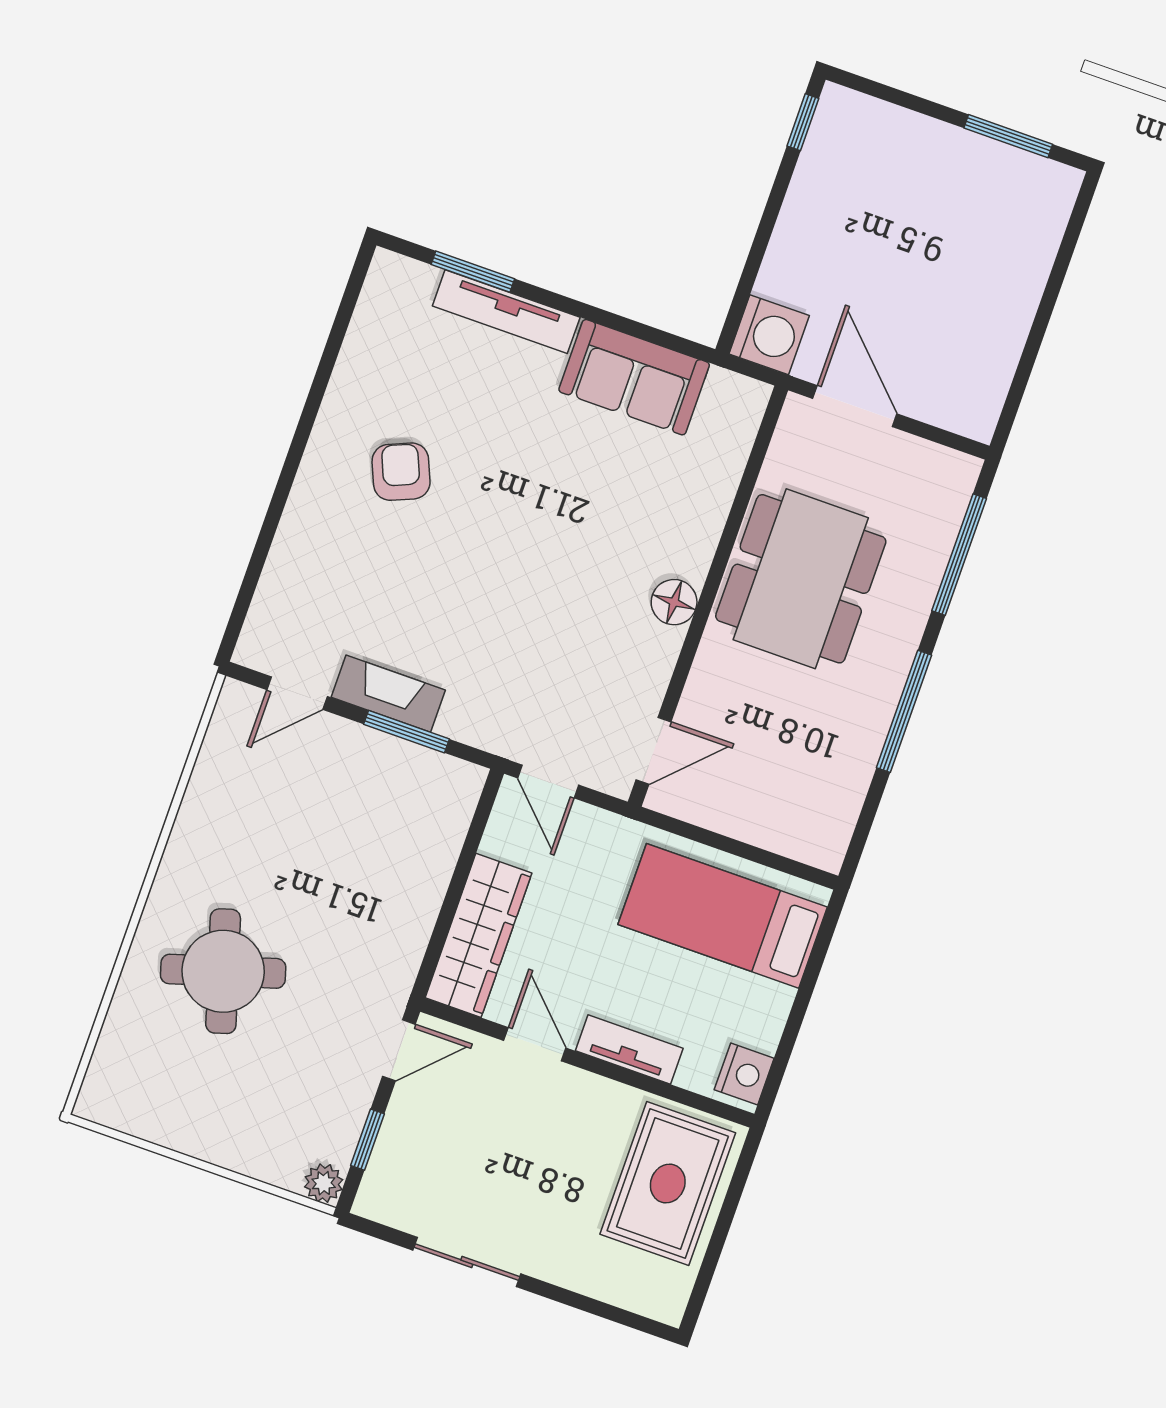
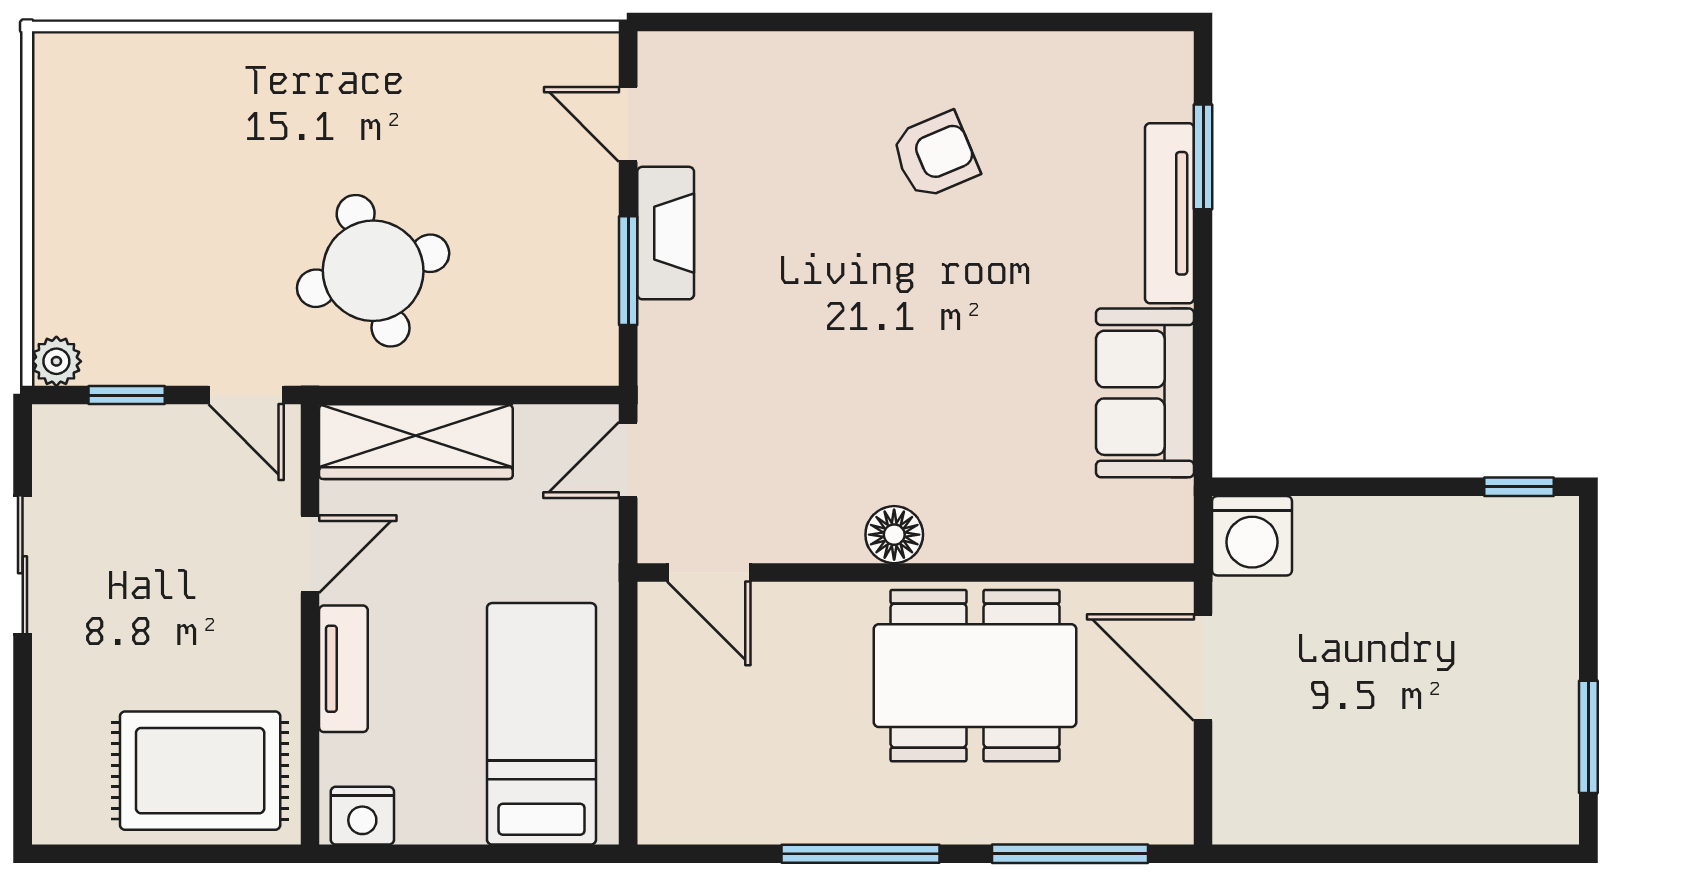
door: (855, 406) -> (1203, 668), swing flipped
round table: (223, 971) -> (373, 271), moved

